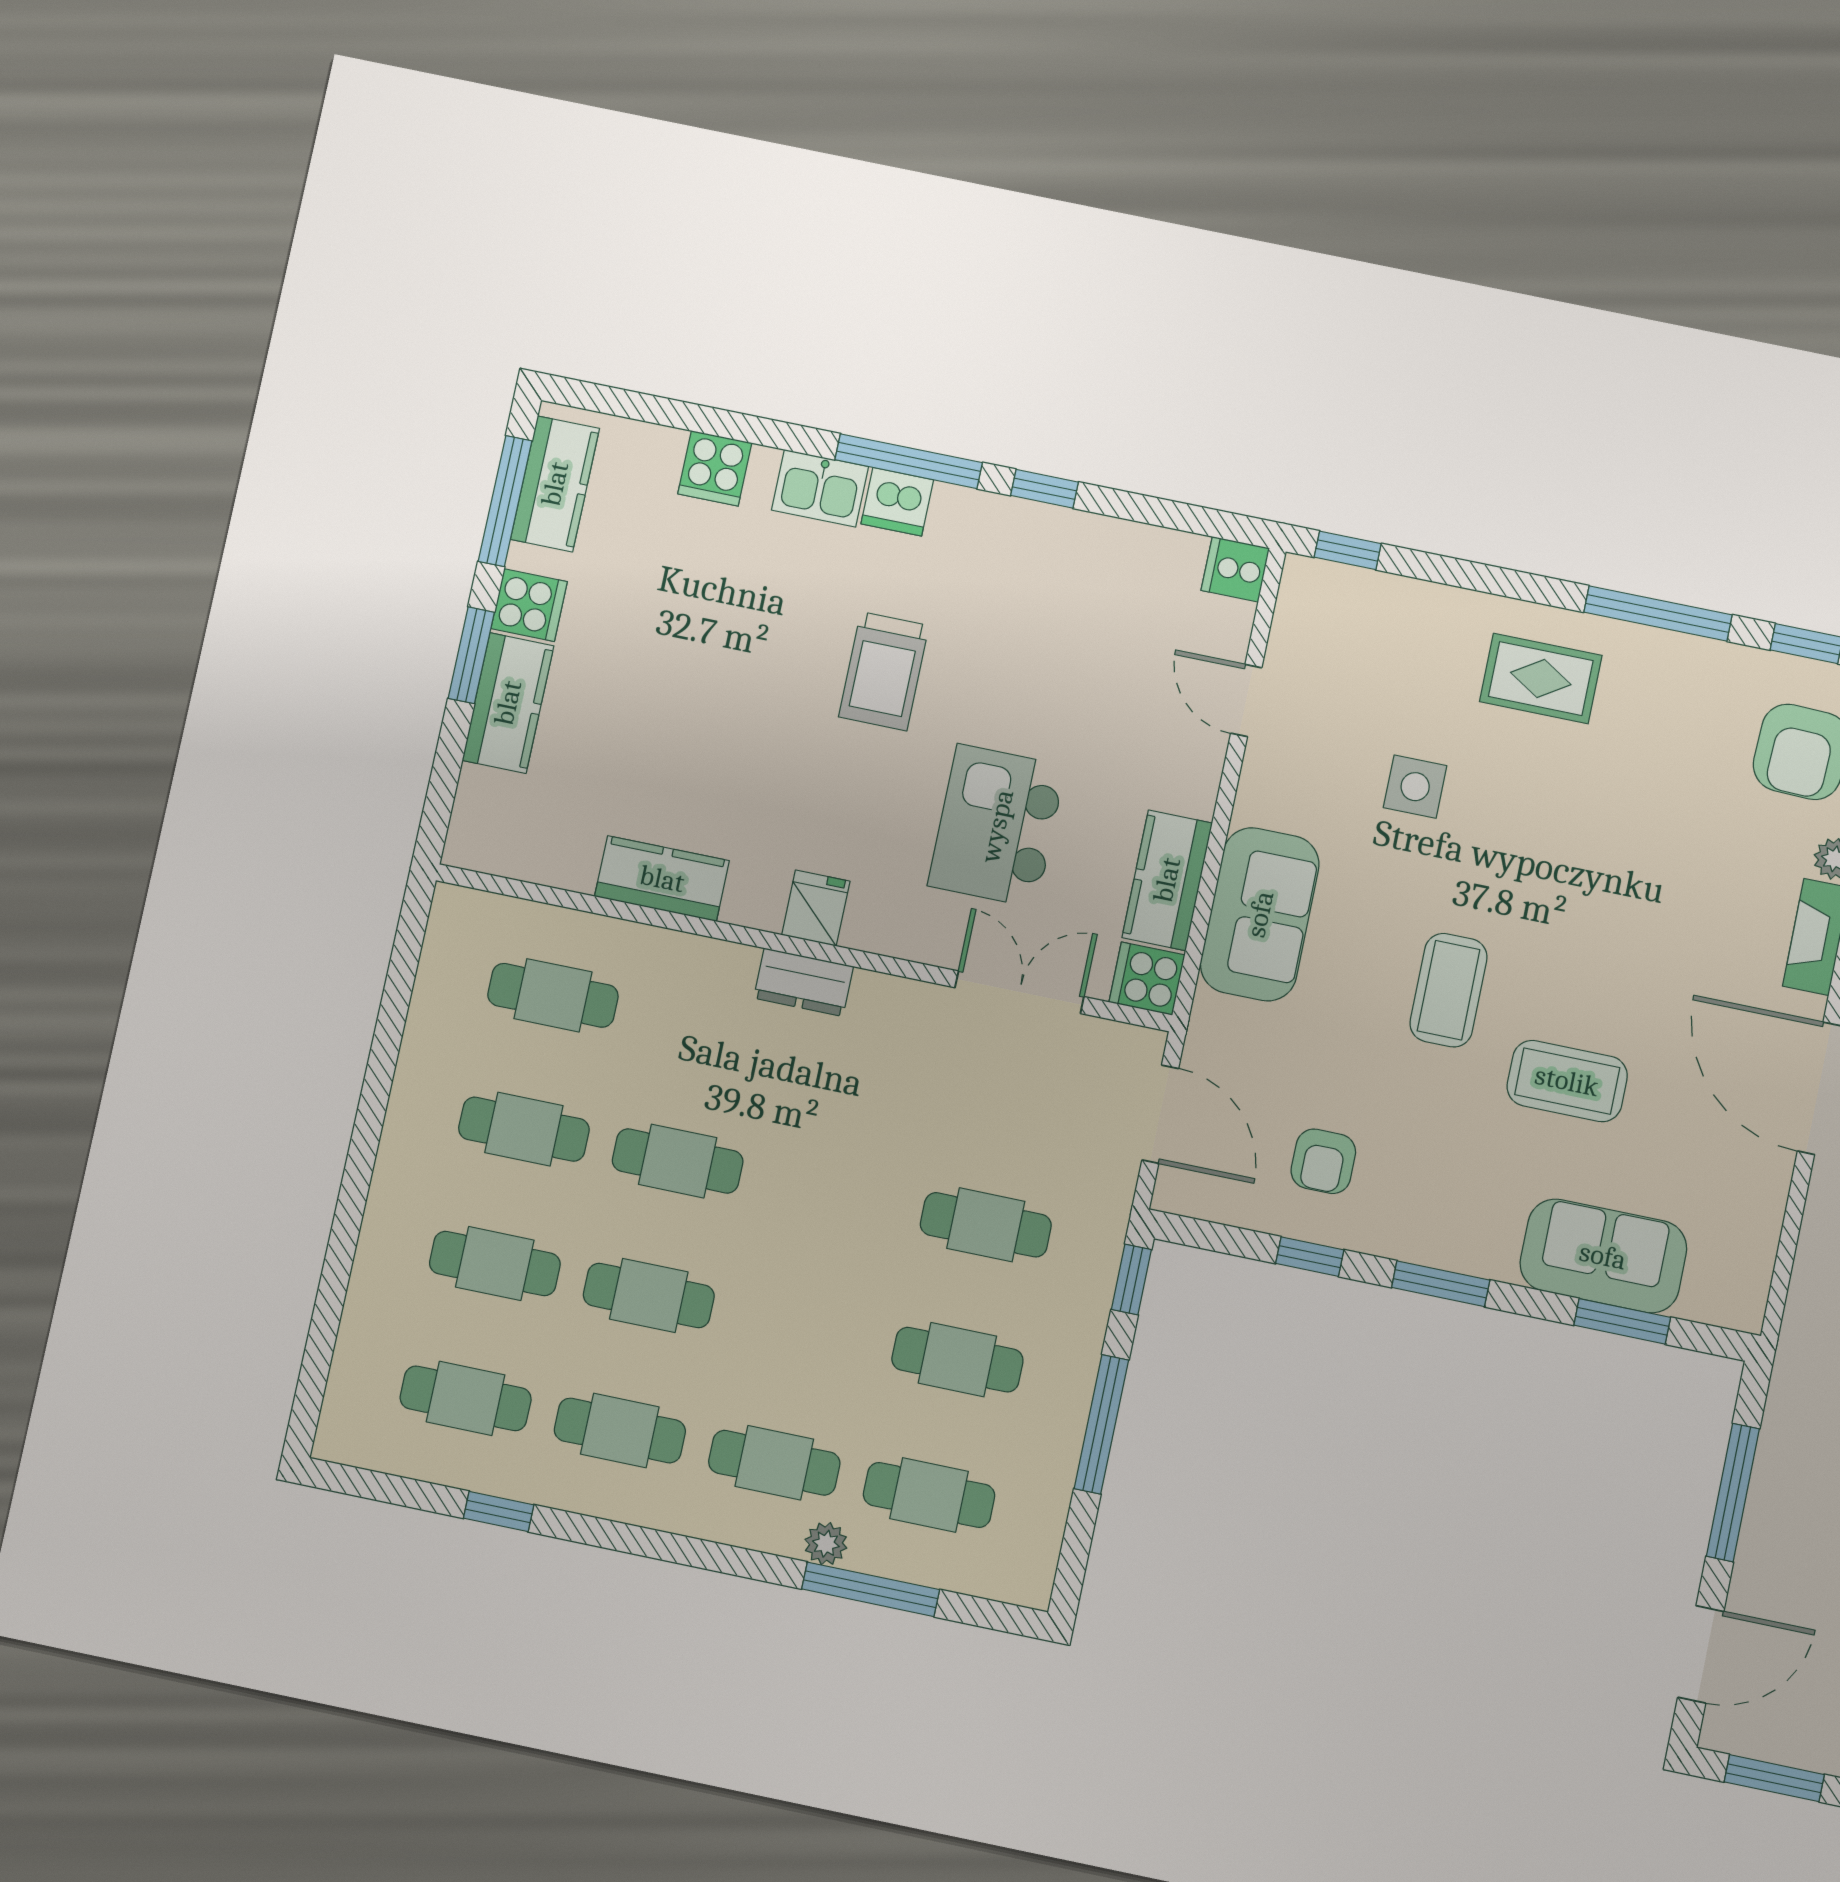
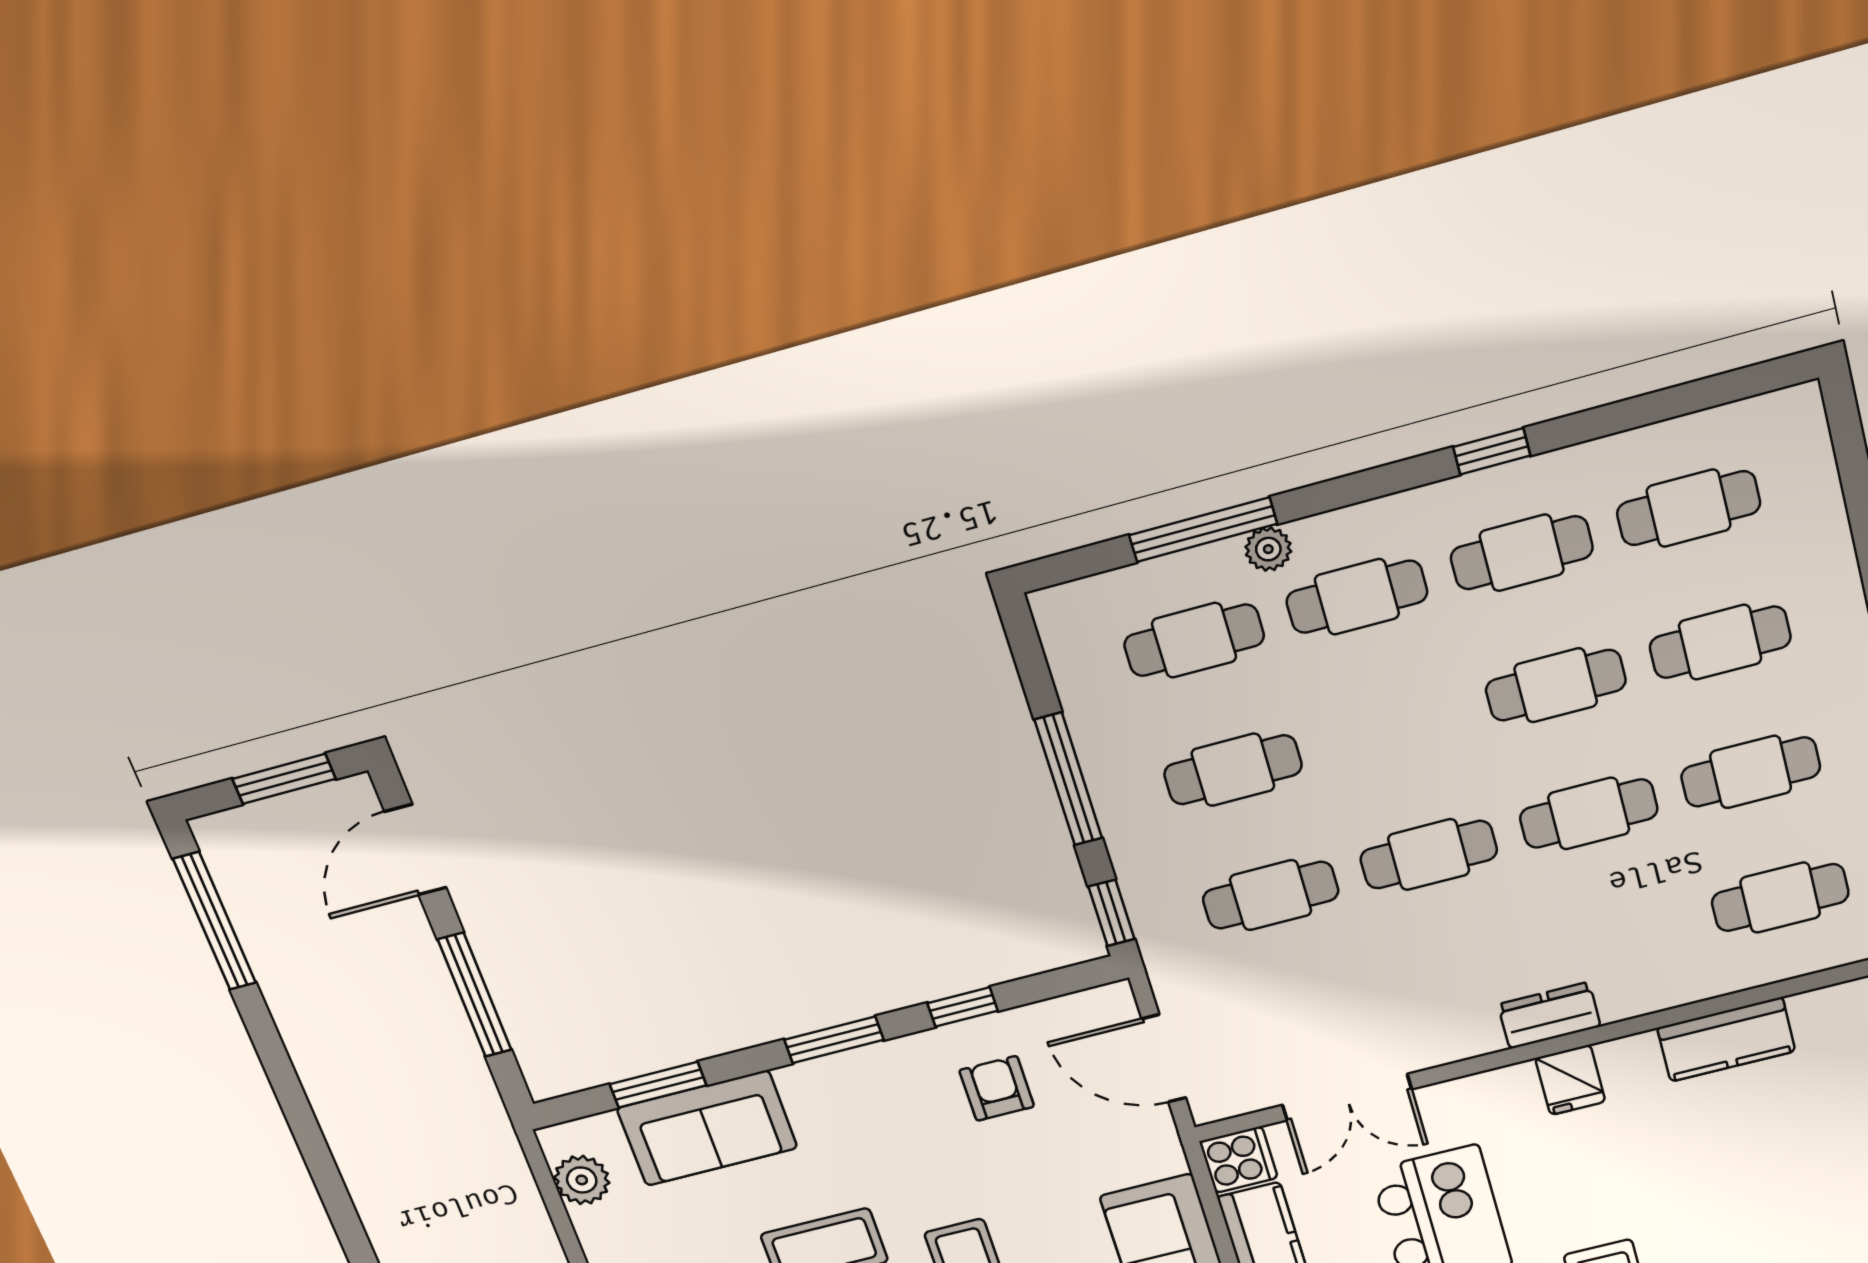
cafe table: (832, 1193) -> (1429, 855), added
plant: (1747, 1263) -> (582, 1180), added
window: (499, 1511) -> (1492, 451), moved

